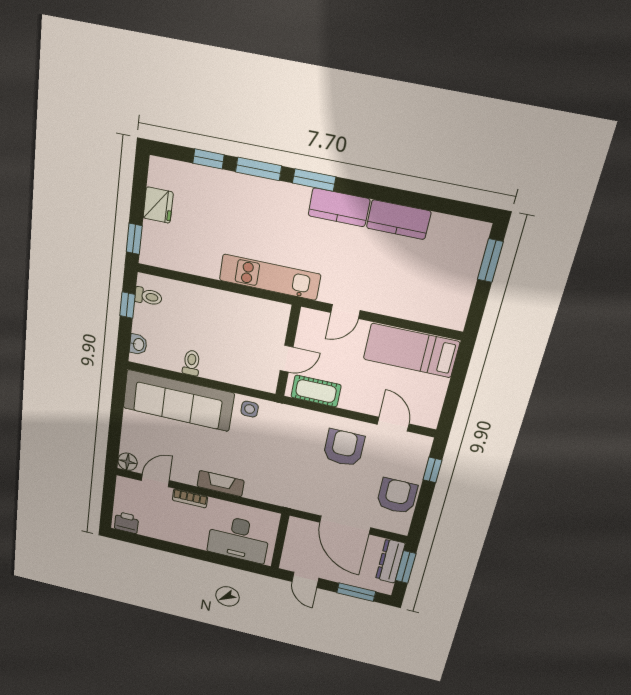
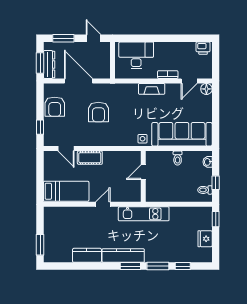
kitchen counter: (339, 207) -> (123, 256), width x1.50
wall: (288, 351) -> (143, 176), moved
door: (286, 359) -> (143, 172), moved
cot: (316, 391) -> (90, 158), moved
armchair: (344, 448) -> (98, 112), moved

